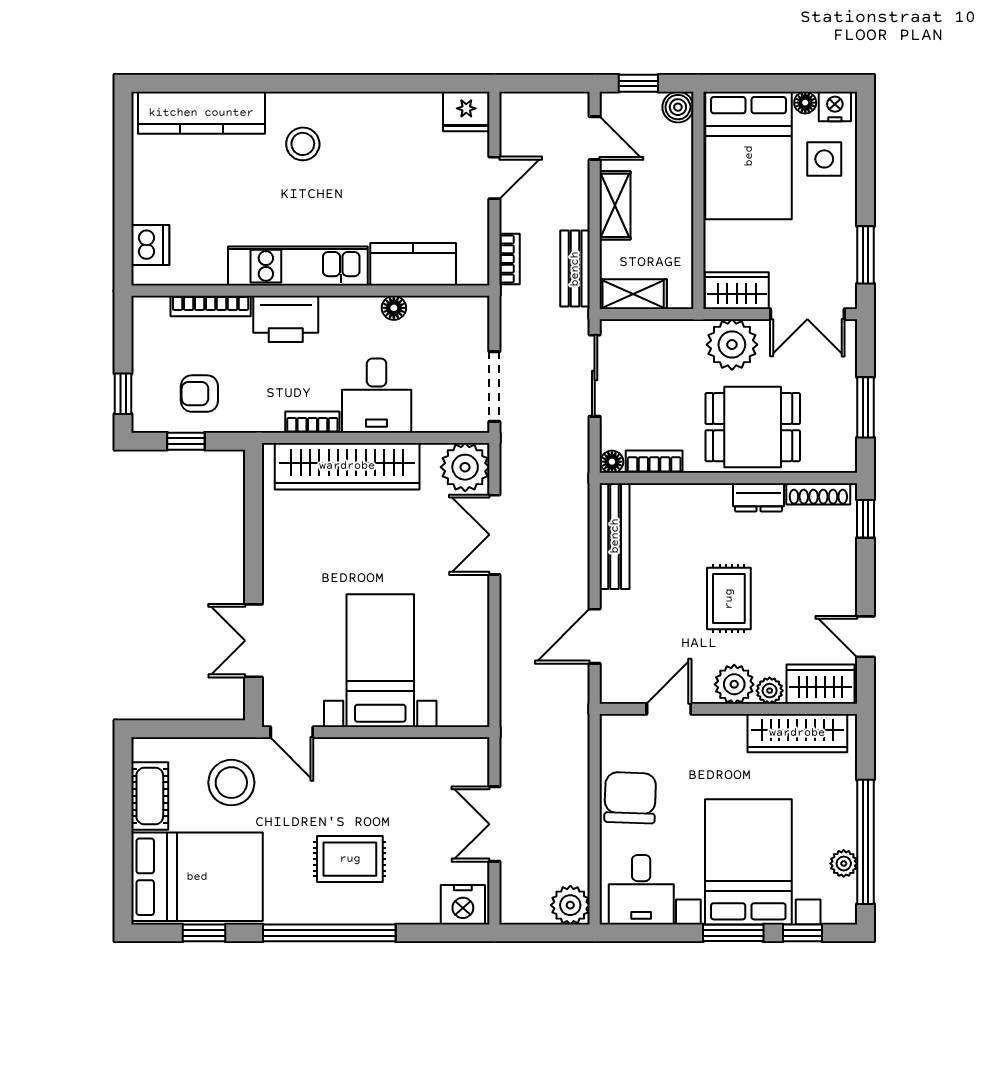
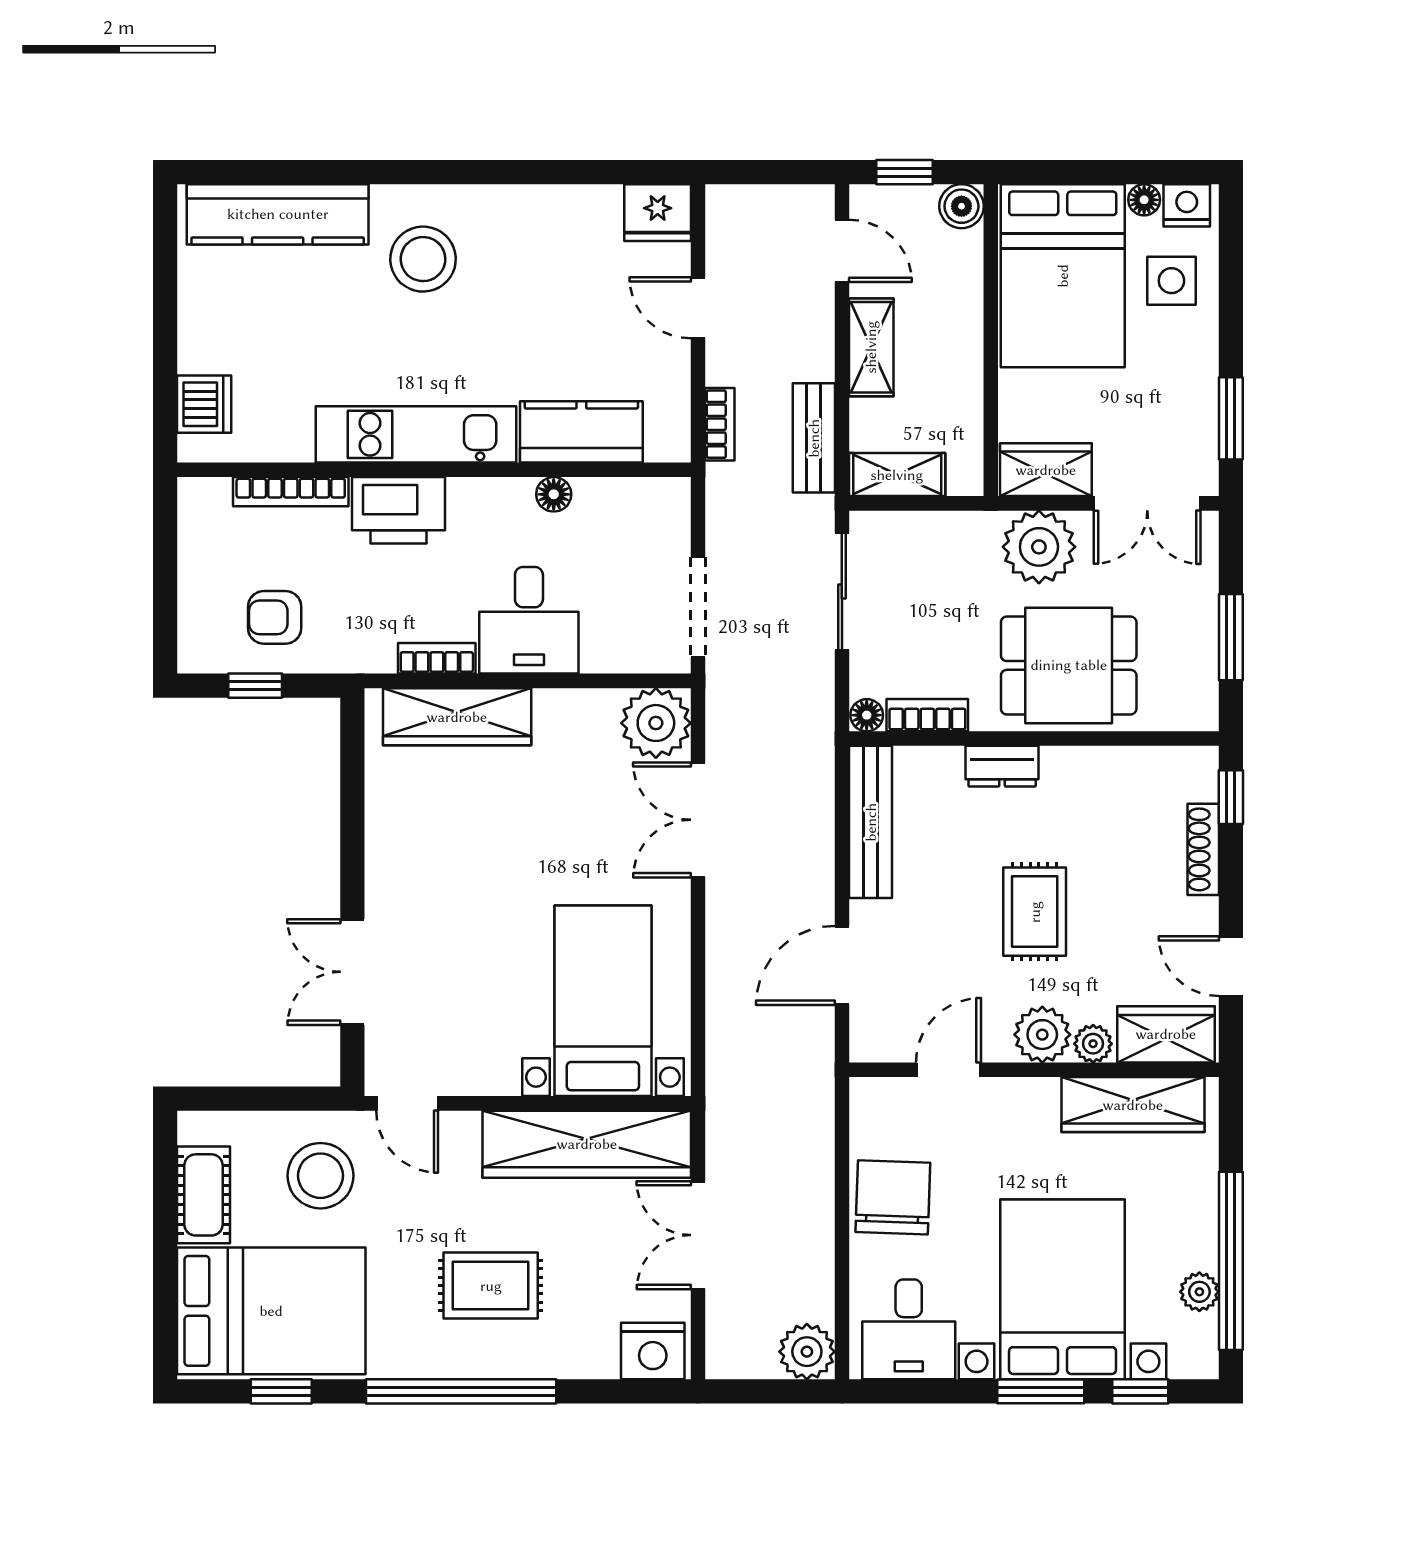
stool: (303, 144) -> (423, 259), width x1.38, depth x1.38
door: (494, 178) -> (698, 308), swing flipped
window: (123, 394) -> (165, 618), removed
wardrobe: (347, 466) -> (457, 717), width x0.71, depth x0.85
shoe rack: (818, 494) -> (1203, 849), moved, turned 90
dresser: (758, 497) -> (1002, 766), moved
bed with nightstands: (380, 661) -> (603, 1001), moved
wardrobe: (417, 761) -> (587, 1144), added

